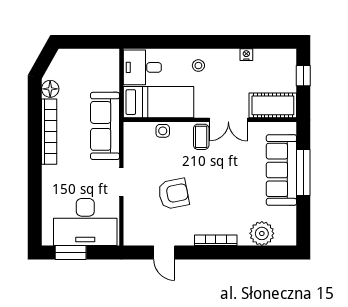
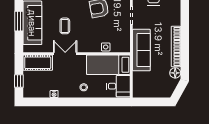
coffee table: (201, 137) -> (65, 26), moved
window: (303, 173) -> (19, 21), width x0.69

